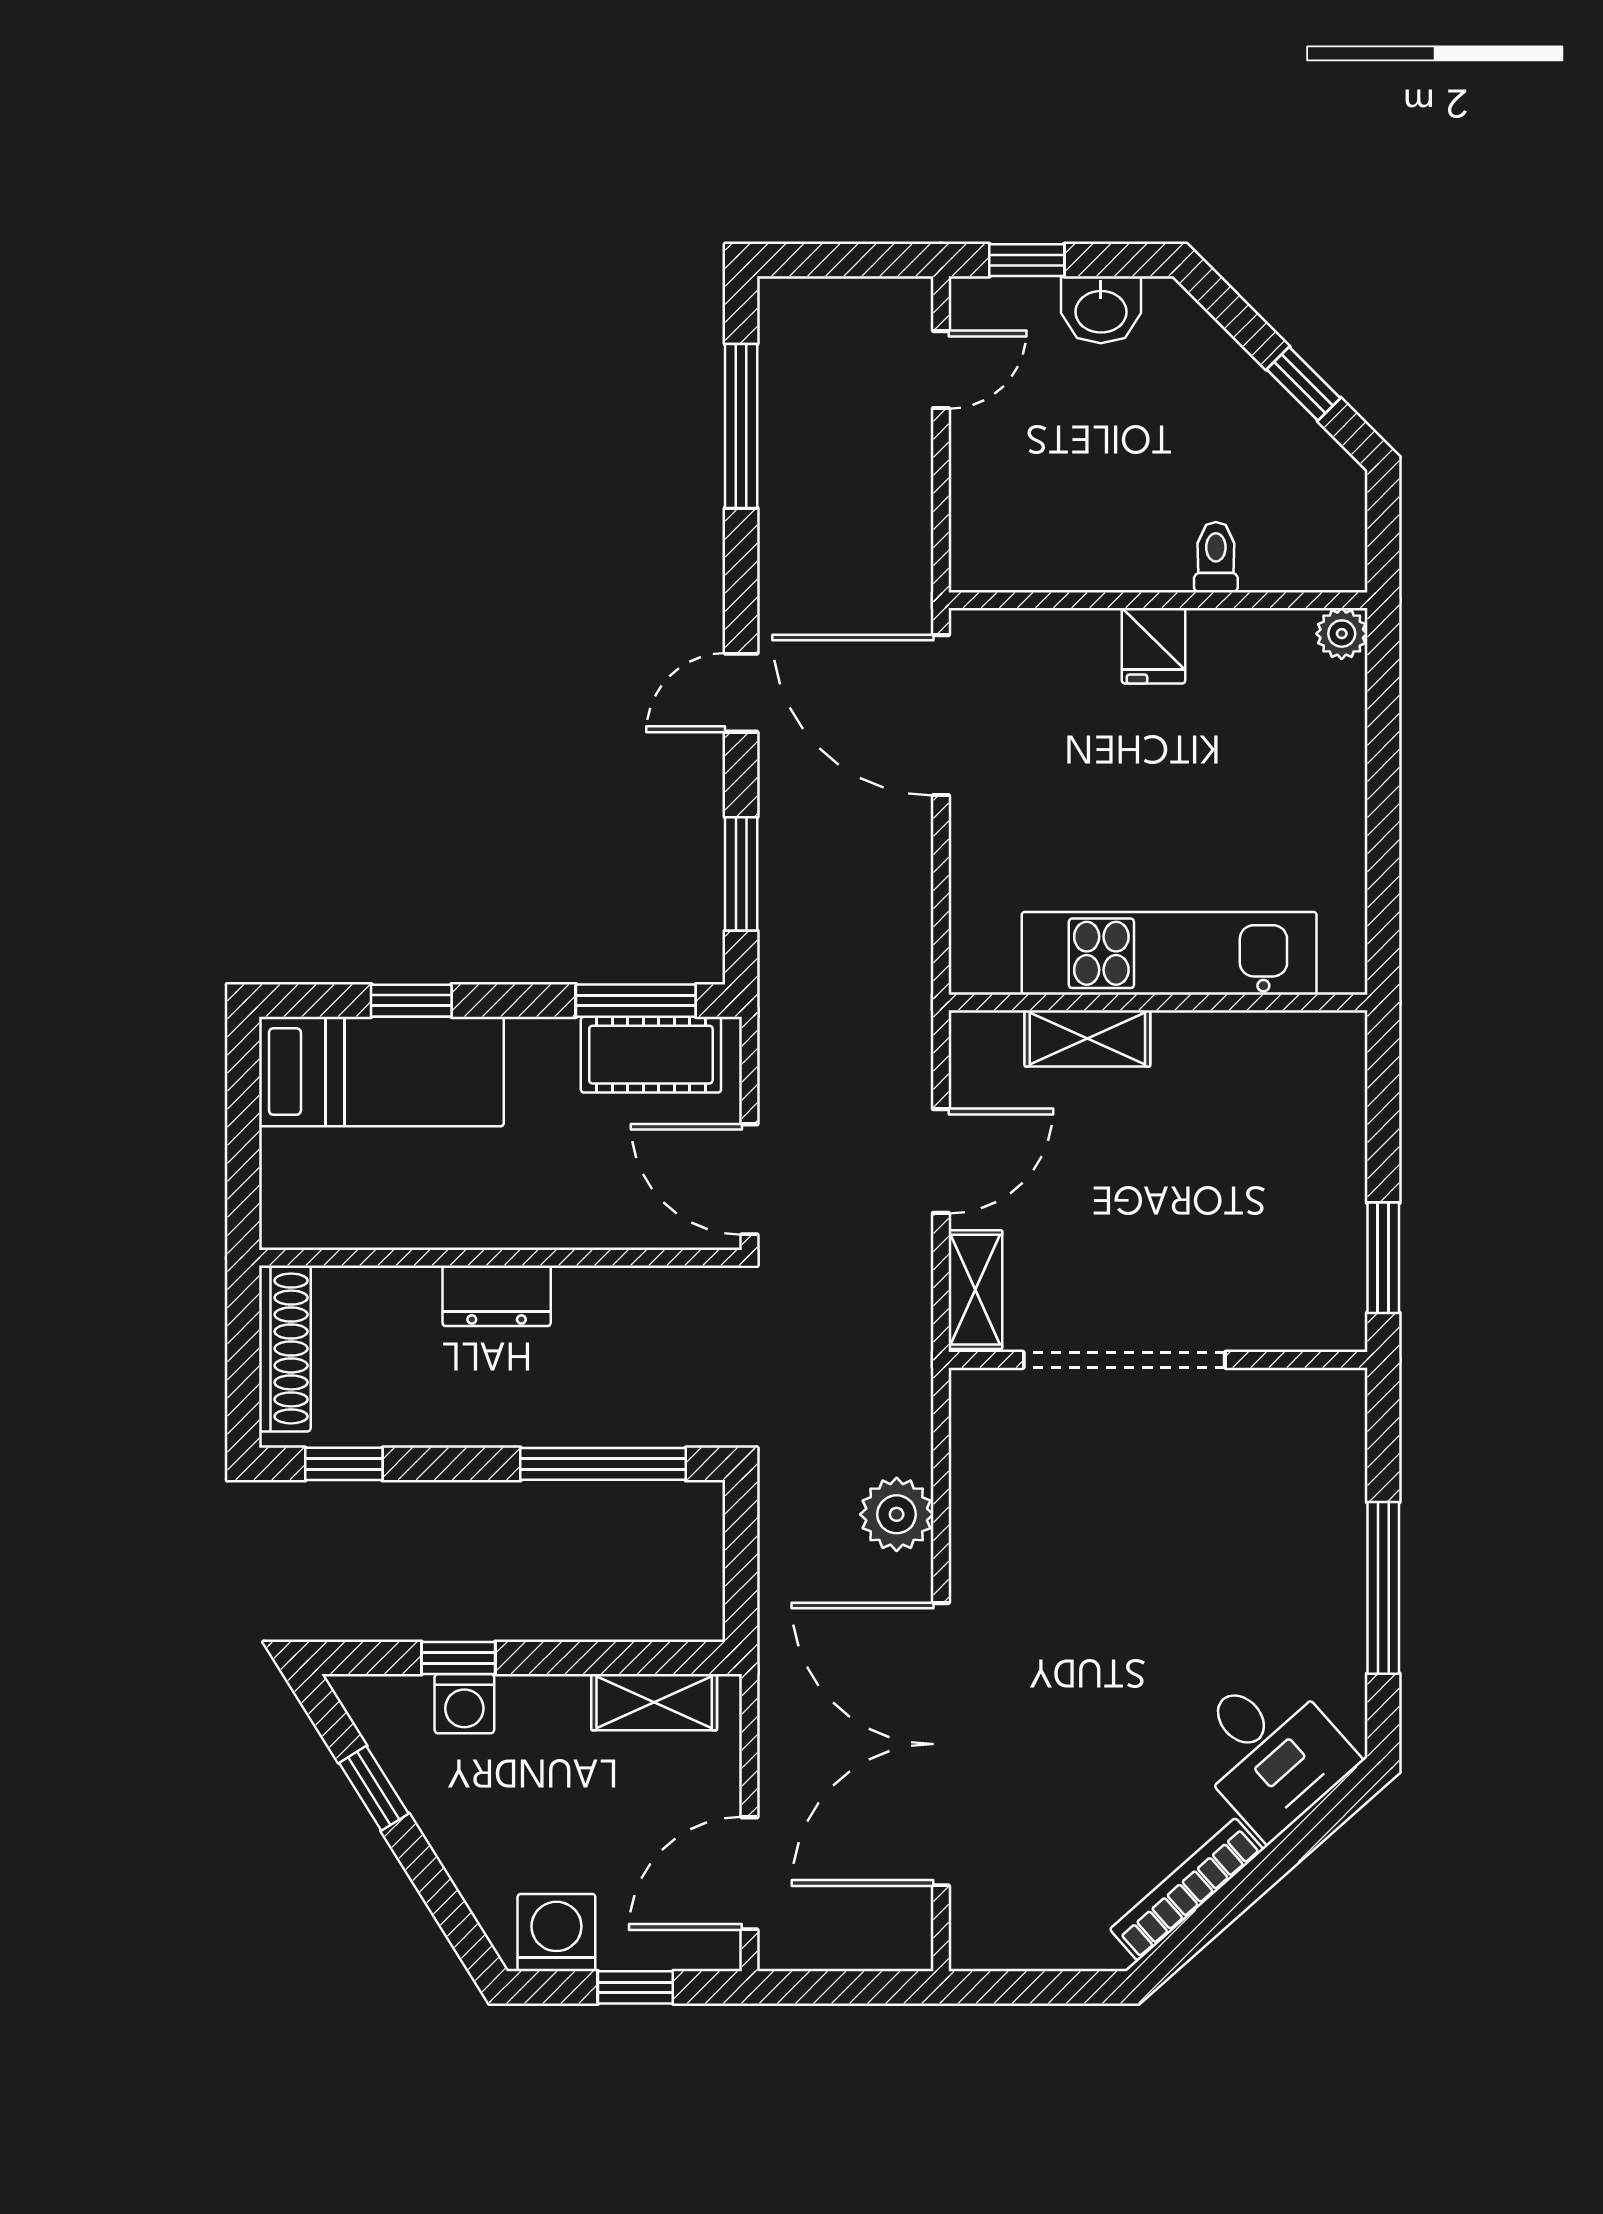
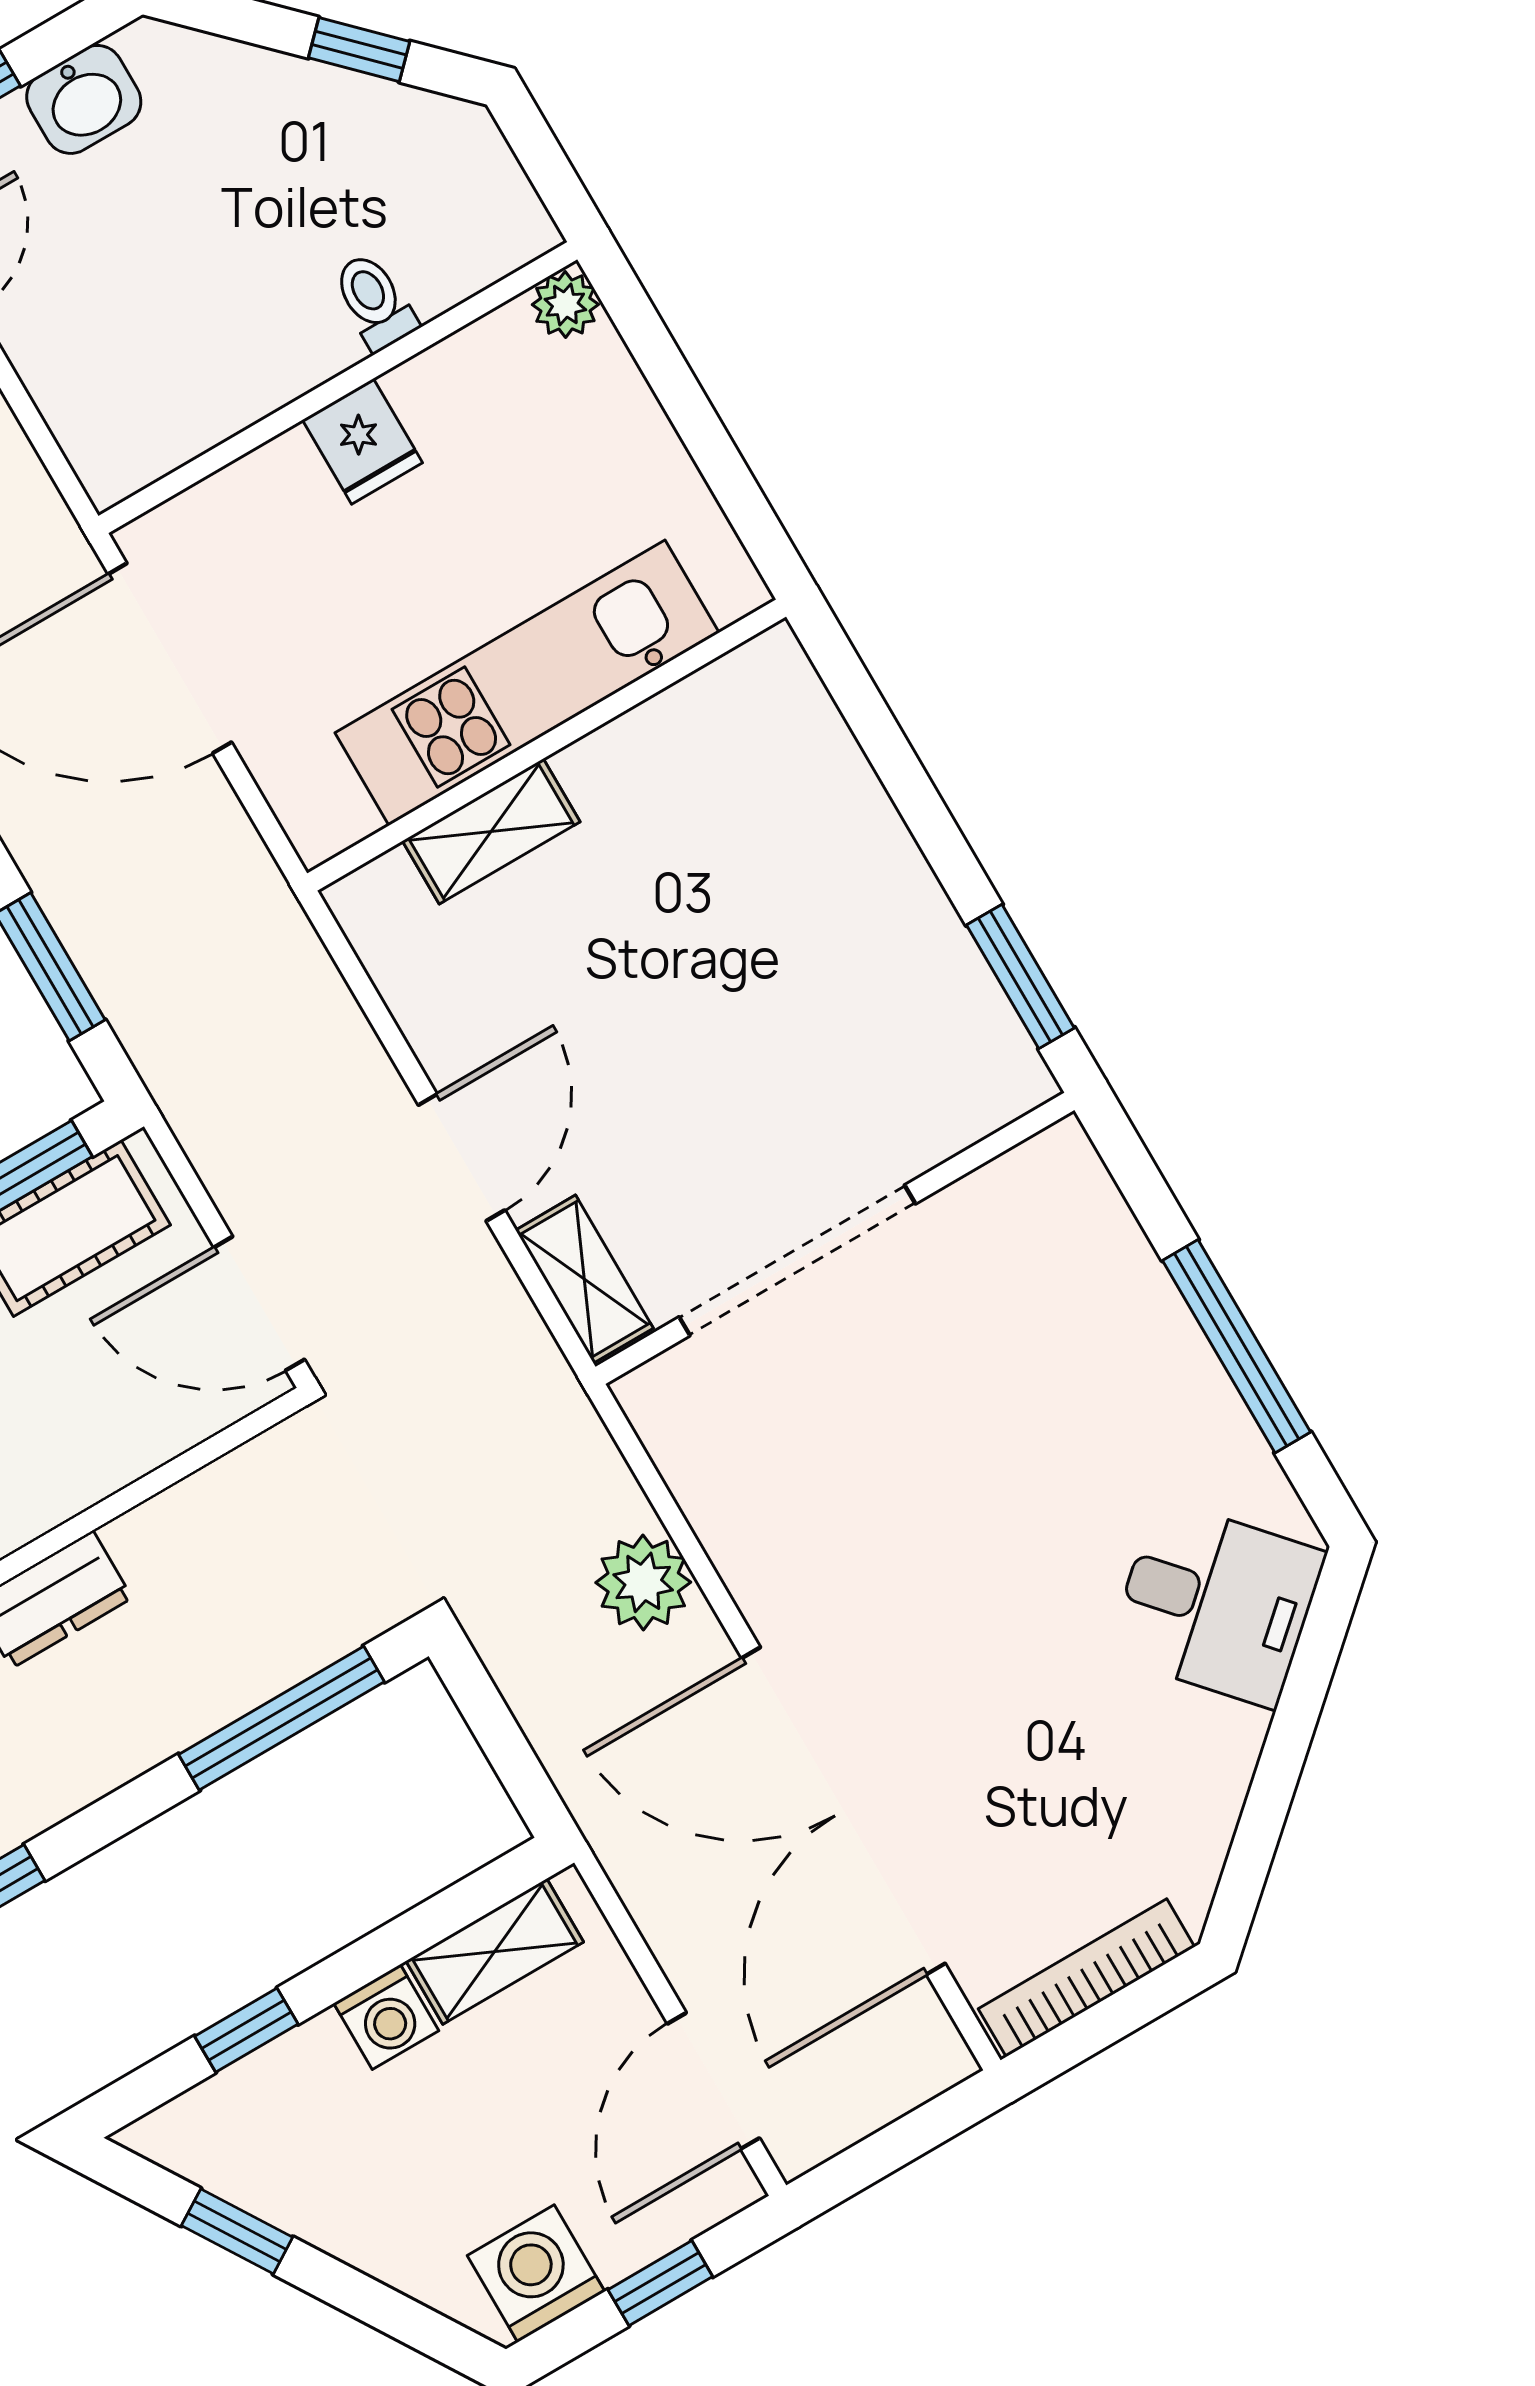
kitchen unit: (1169, 953) -> (527, 683), moved
wall: (1158, 1002) -> (547, 745), moved
shelving: (1087, 1038) -> (491, 831), moved
washing machine: (464, 1704) -> (386, 2017), moved
bookcase: (1187, 1889) -> (1086, 1978), moved, turned 42

